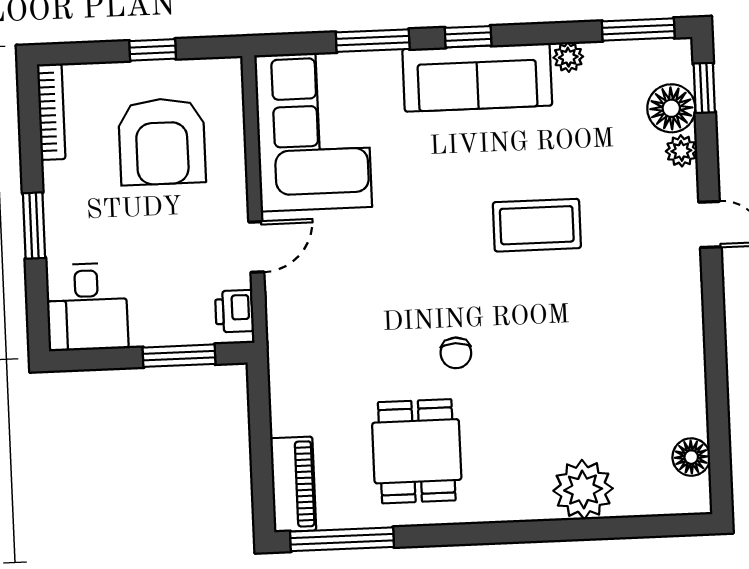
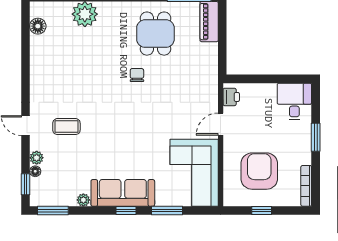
floor lamp: (671, 108) -> (35, 171), width x0.53, depth x0.53
coffee table: (537, 225) -> (66, 127), moved, width x0.73, depth x0.77
window: (179, 356) -> (256, 79), removed

